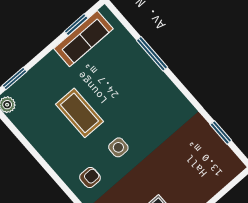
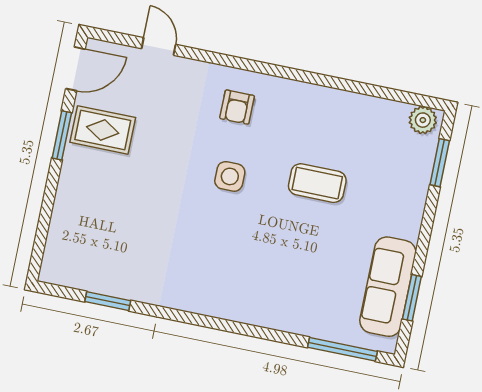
window: (152, 54) -> (342, 349), moved
coffee table: (80, 113) -> (317, 183), width x0.73, depth x0.76

